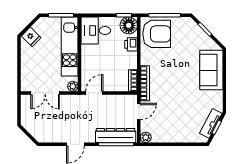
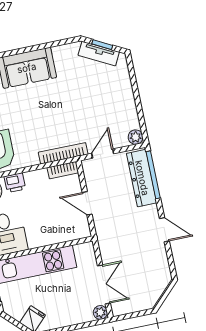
plant: (73, 86) -> (100, 312), moved
door: (94, 93) -> (87, 203), moved
door: (139, 111) -> (103, 154), hinge flipped

